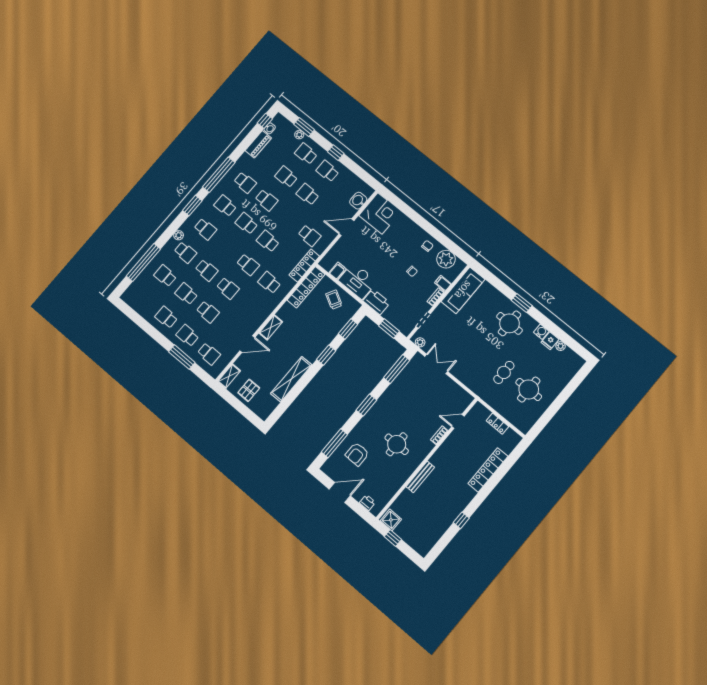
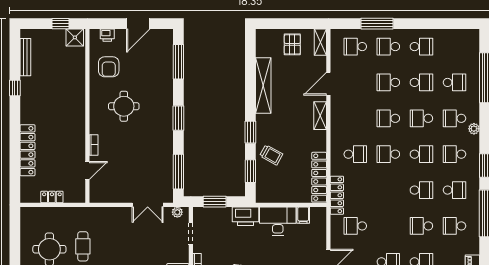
school desk: (268, 241) -> (421, 154), moved
trolley: (334, 300) -> (271, 155), moved
school desk: (187, 335) -> (388, 47), turned 180
armchair: (357, 454) -> (109, 67), moved, turned 180
bench: (420, 477) -> (25, 57), moved

